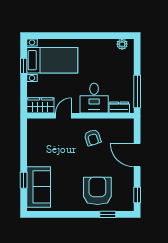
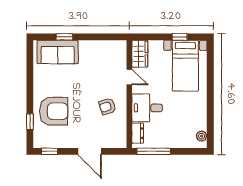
door: (137, 155) -> (90, 151), swing flipped

